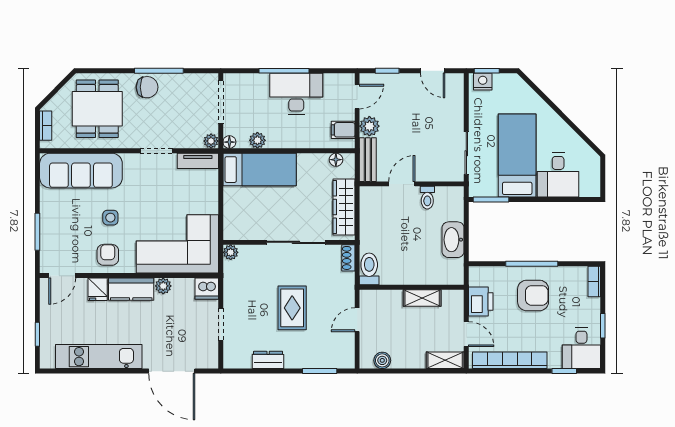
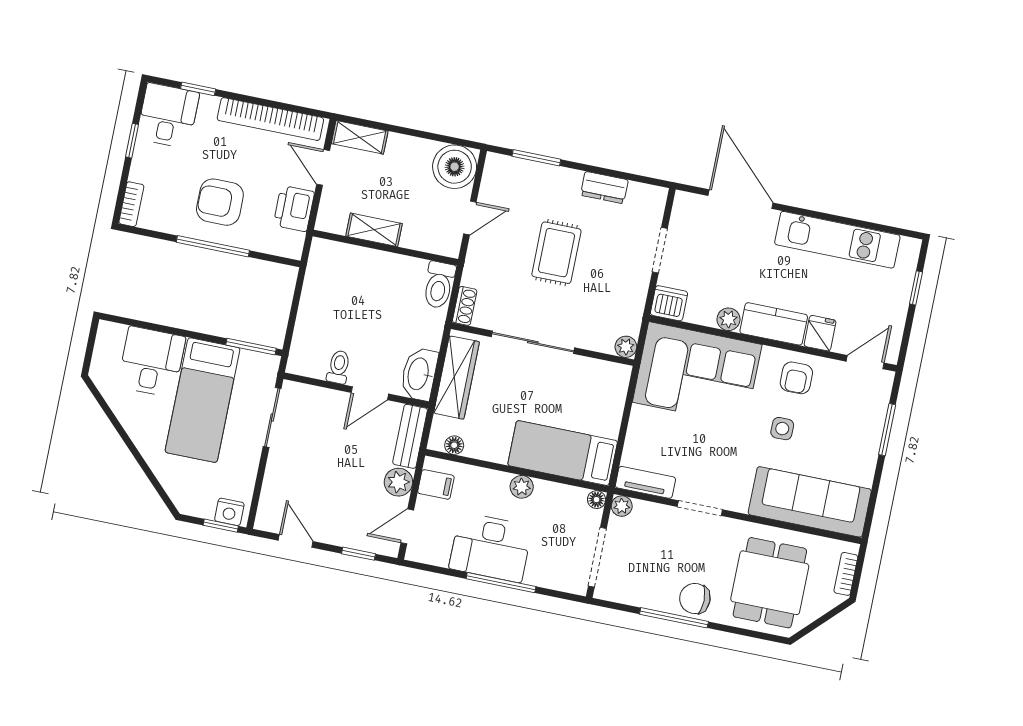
plant: (257, 140) -> (522, 487), moved
washbasin: (453, 240) -> (419, 374), moved, turned 180
boiler: (382, 360) -> (455, 167), width x1.86, depth x1.86

